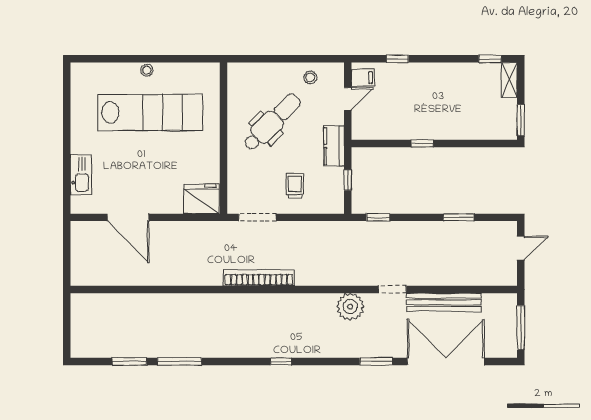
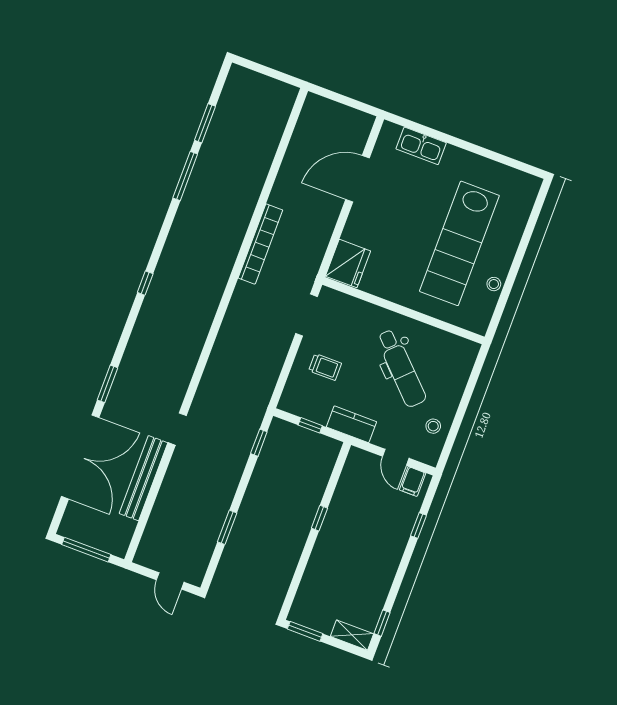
stool: (147, 70) -> (494, 284), moved
bookcase: (259, 278) -> (260, 244), moved
plant: (350, 307) -> (176, 378), removed

